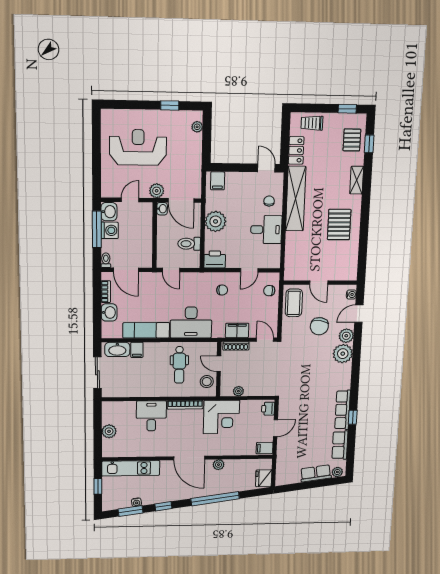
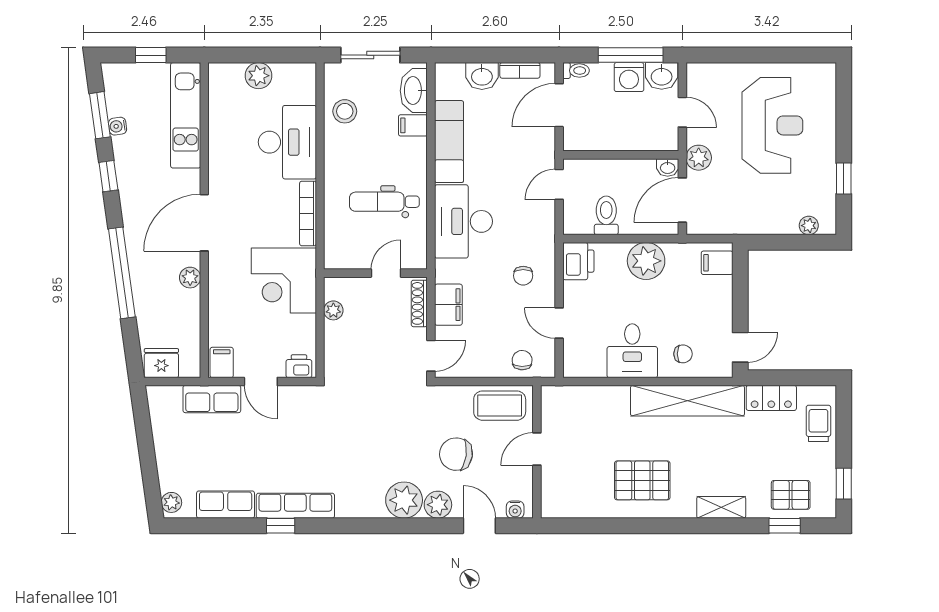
stool: (207, 382) -> (345, 111), moved
desk: (151, 416) -> (287, 142), width x1.37
row of seats: (316, 473) -> (212, 399), moved, turned 98

